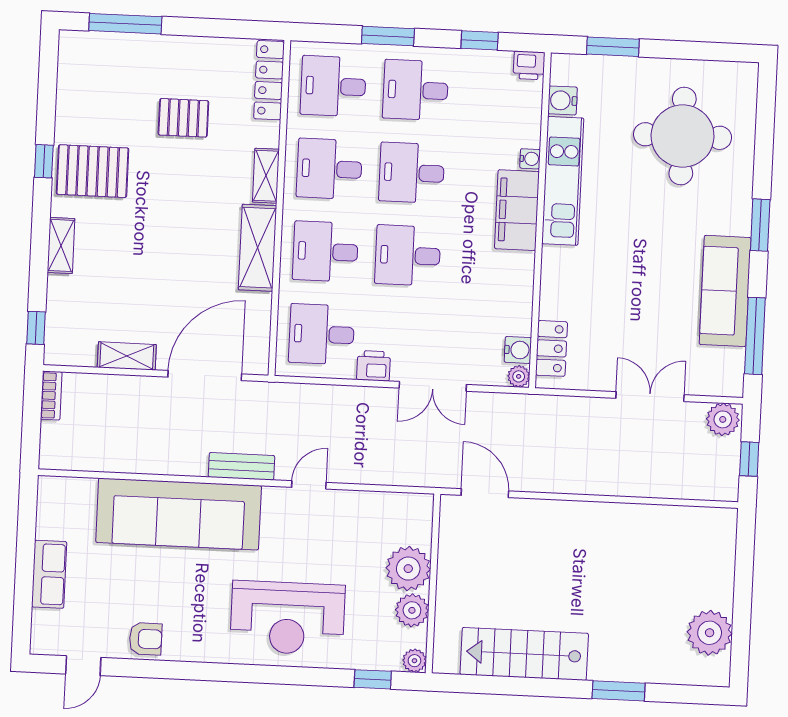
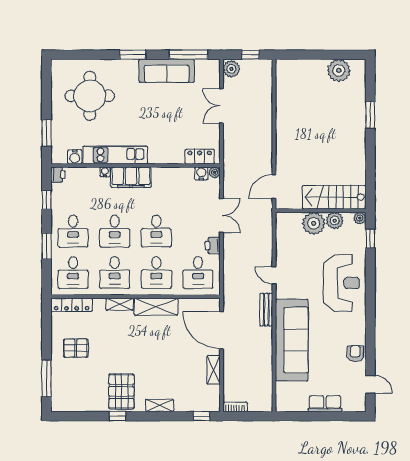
pallet: (183, 118) -> (76, 348), moved, turned 90
stairs: (524, 654) -> (334, 197), moved, turned 90

